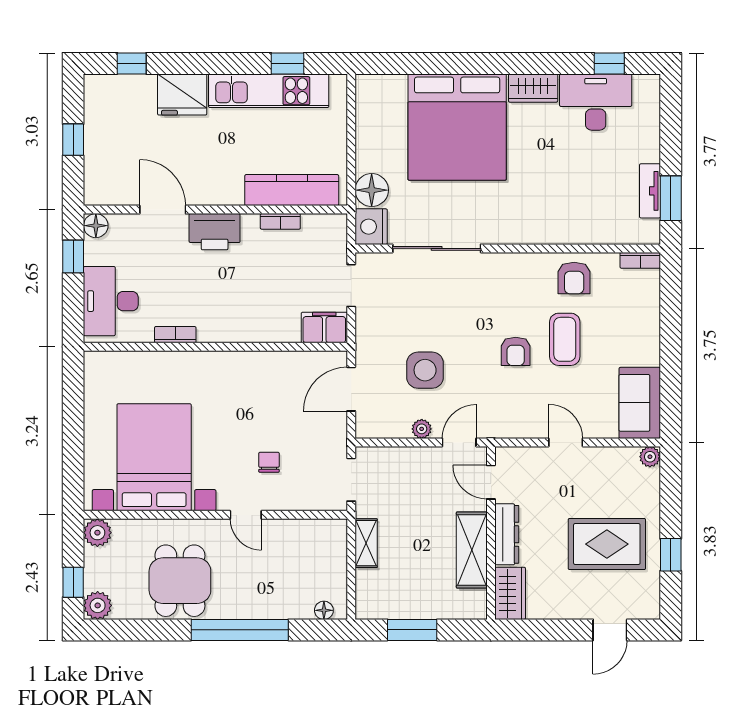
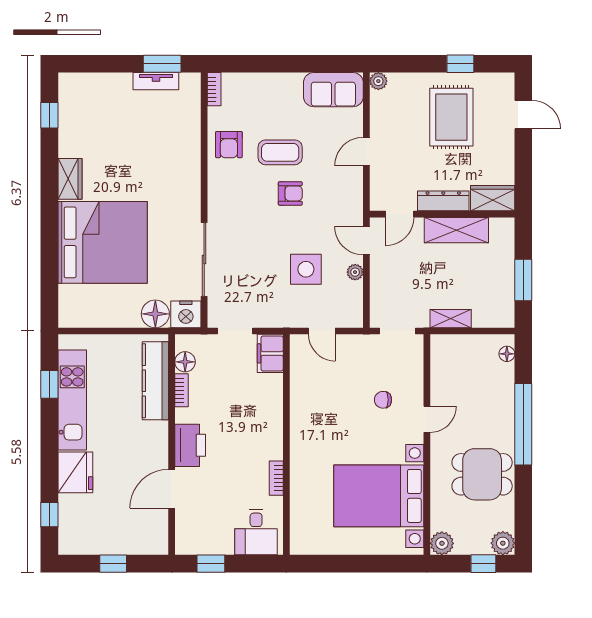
desk: (596, 102) -> (82, 127), removed
floor lamp: (96, 226) -> (185, 362), moved
armchair: (574, 278) -> (229, 145), turned 90
desk: (111, 301) -> (256, 532), width x0.73
door: (351, 389) -> (322, 331), width x0.73

